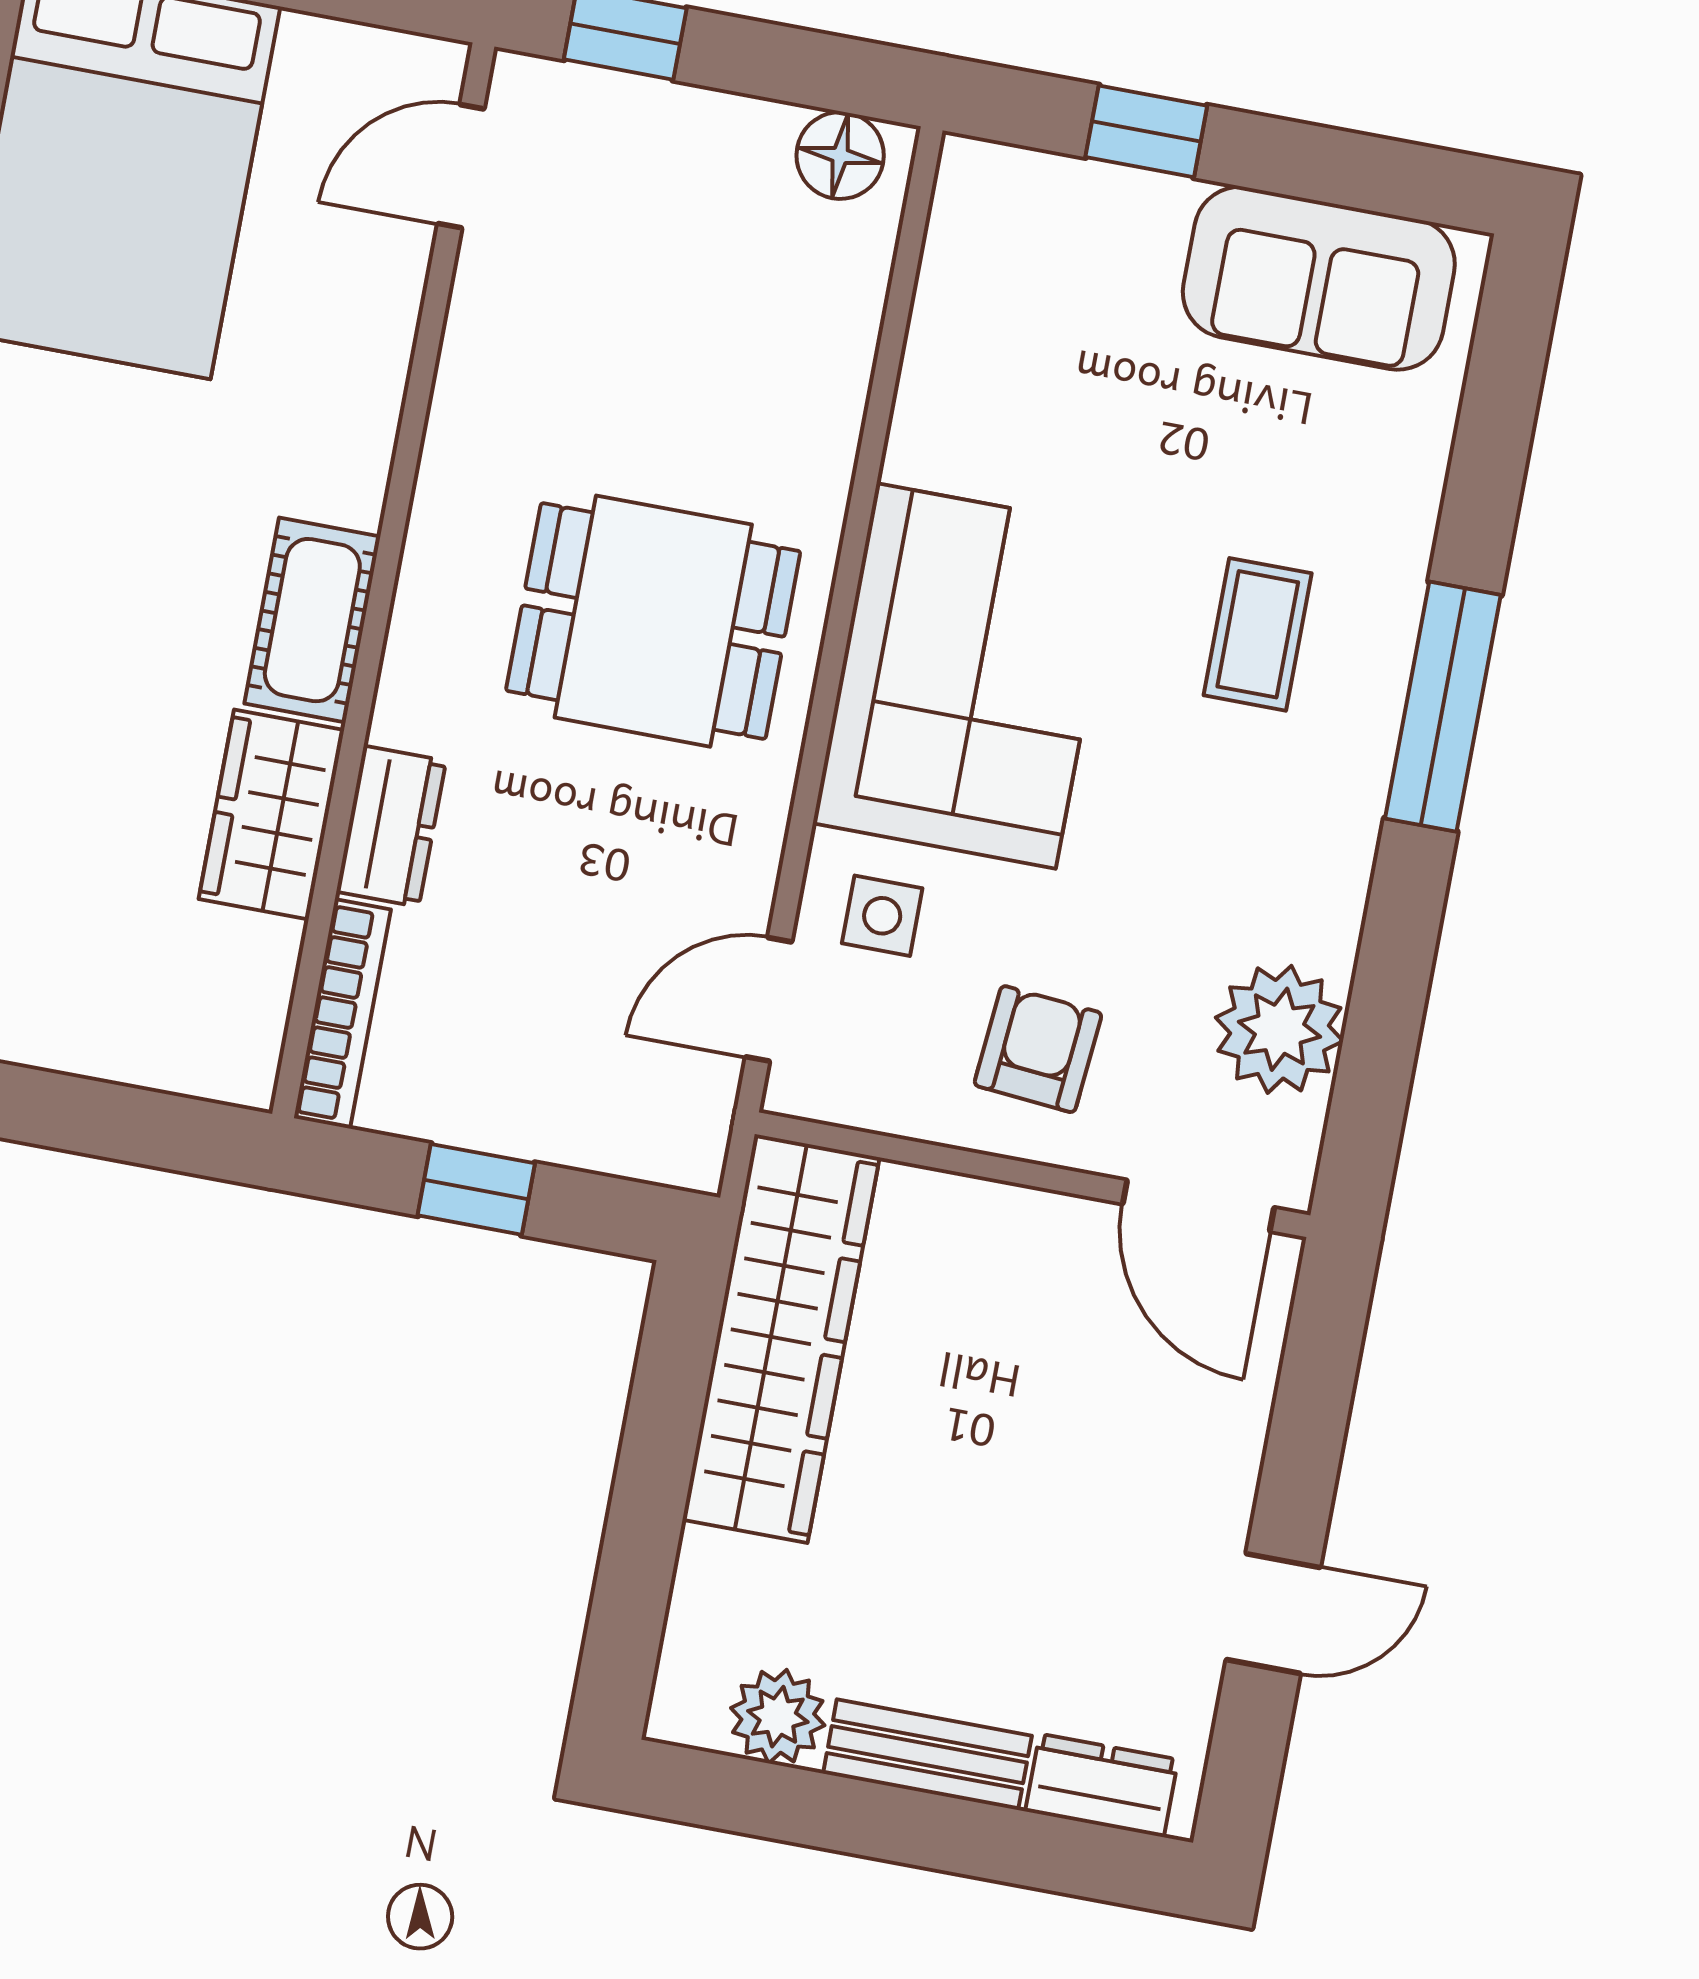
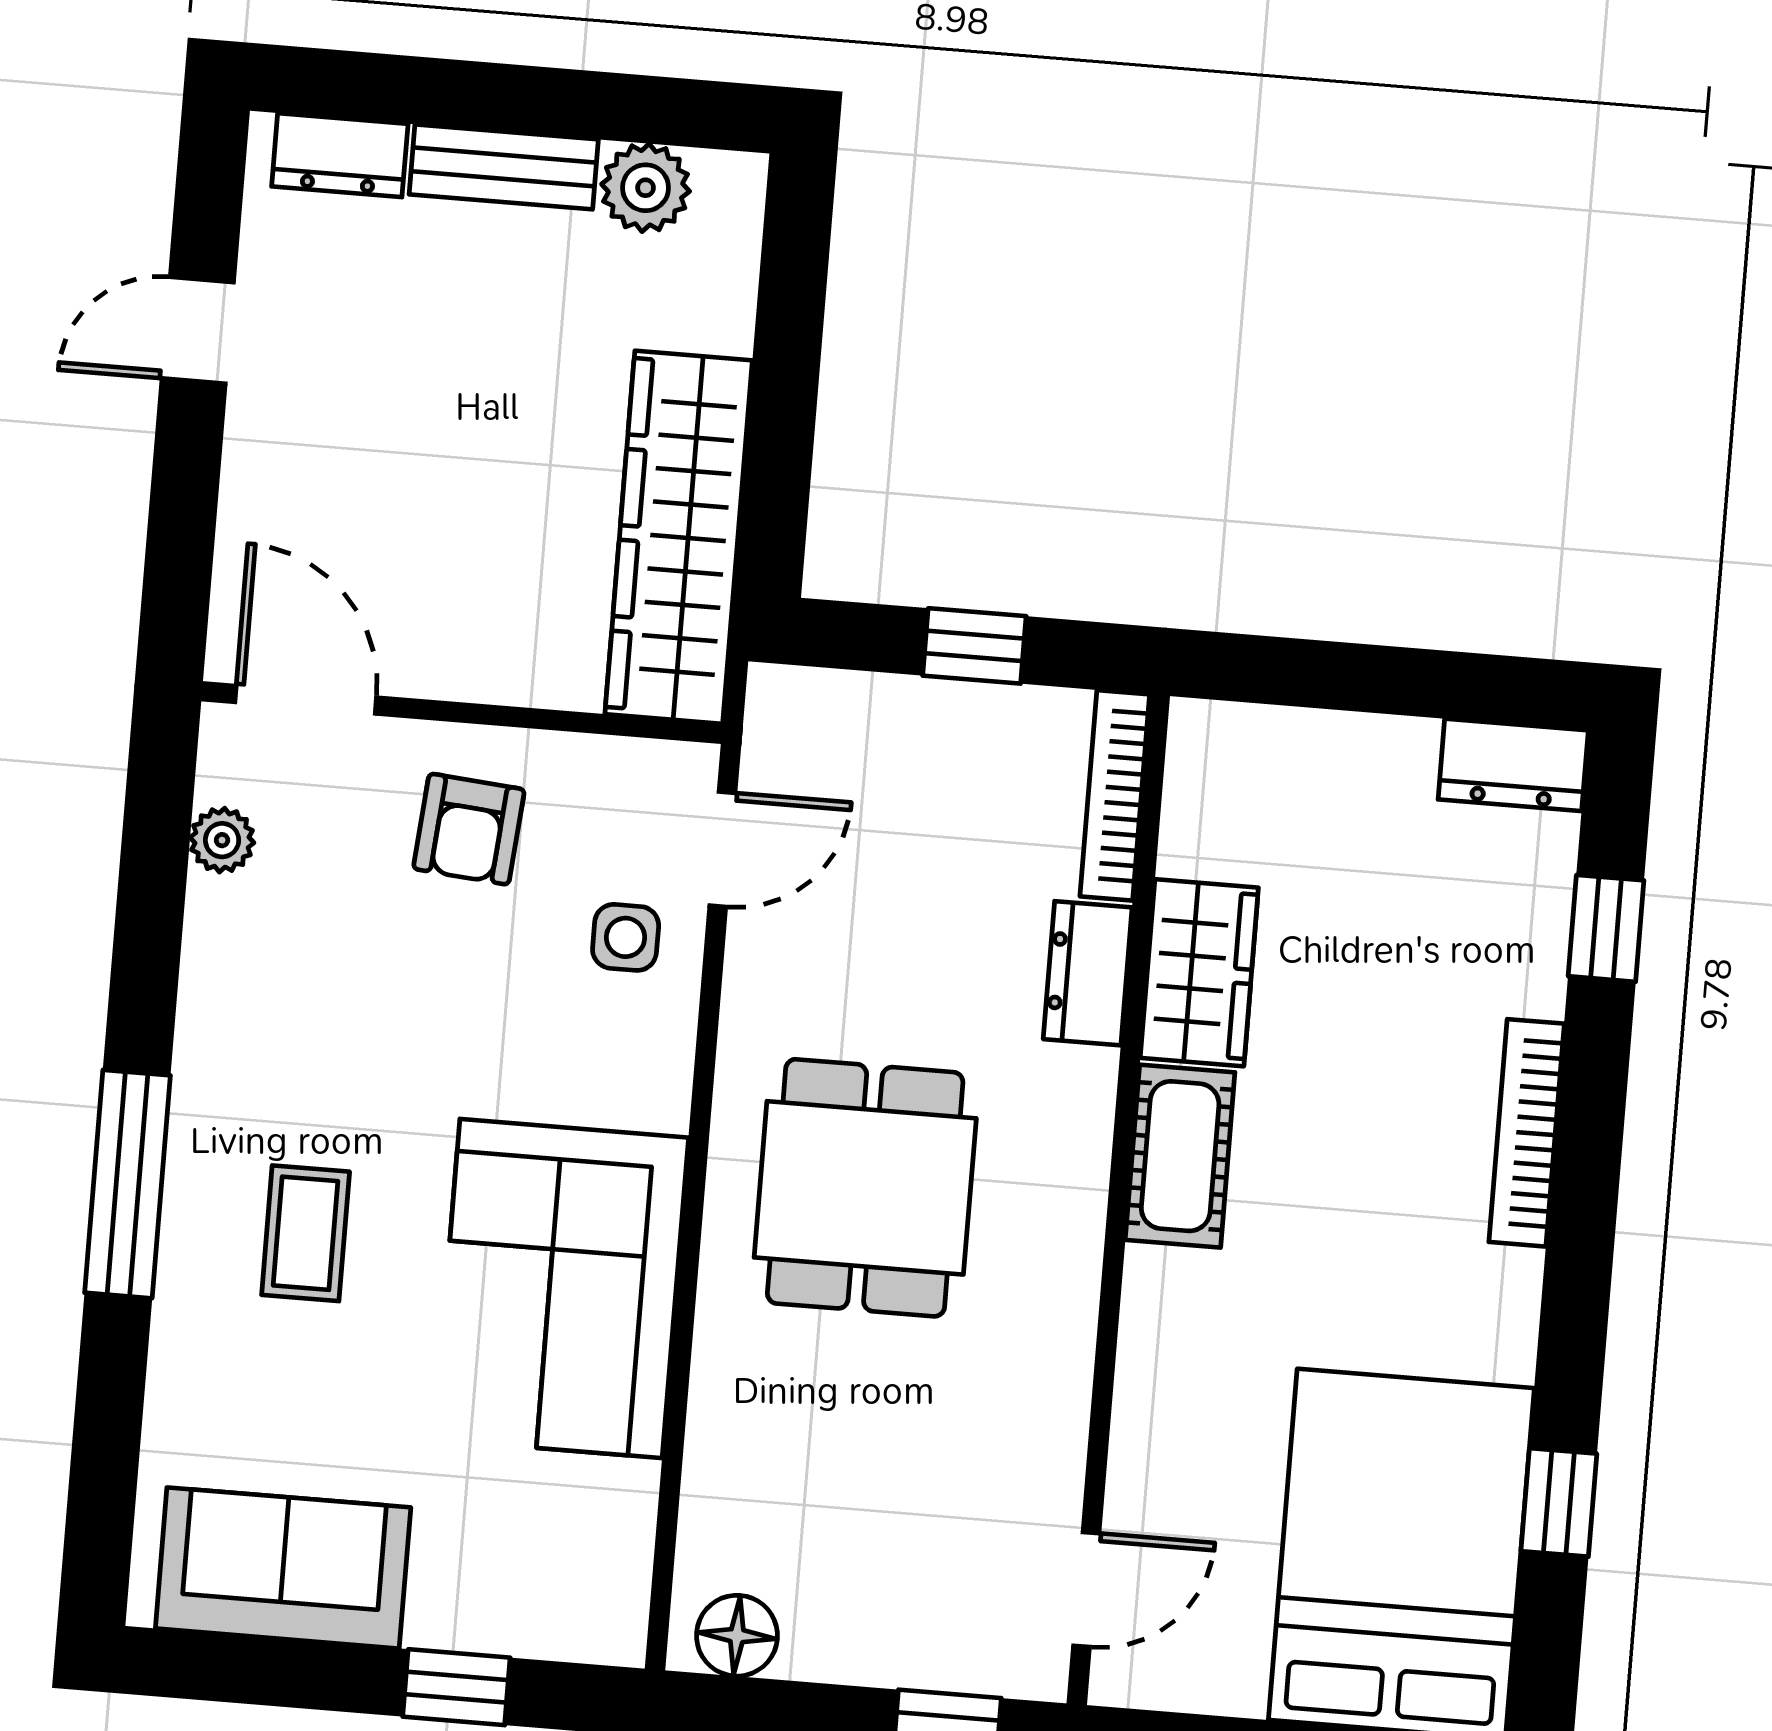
dining table: (653, 621) -> (865, 1188), turned 90
corner sofa: (966, 676) -> (561, 1288), moved
plant: (1279, 1029) -> (222, 840), width x0.53, depth x0.53

